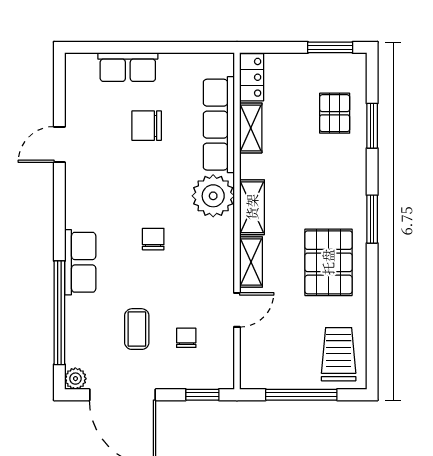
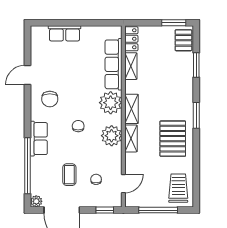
pallet: (335, 113) -> (183, 40), moved
chair: (147, 126) -> (50, 99), moved, turned -90
plant: (215, 257) -> (112, 136), added
door: (237, 310) -> (123, 184), moved

